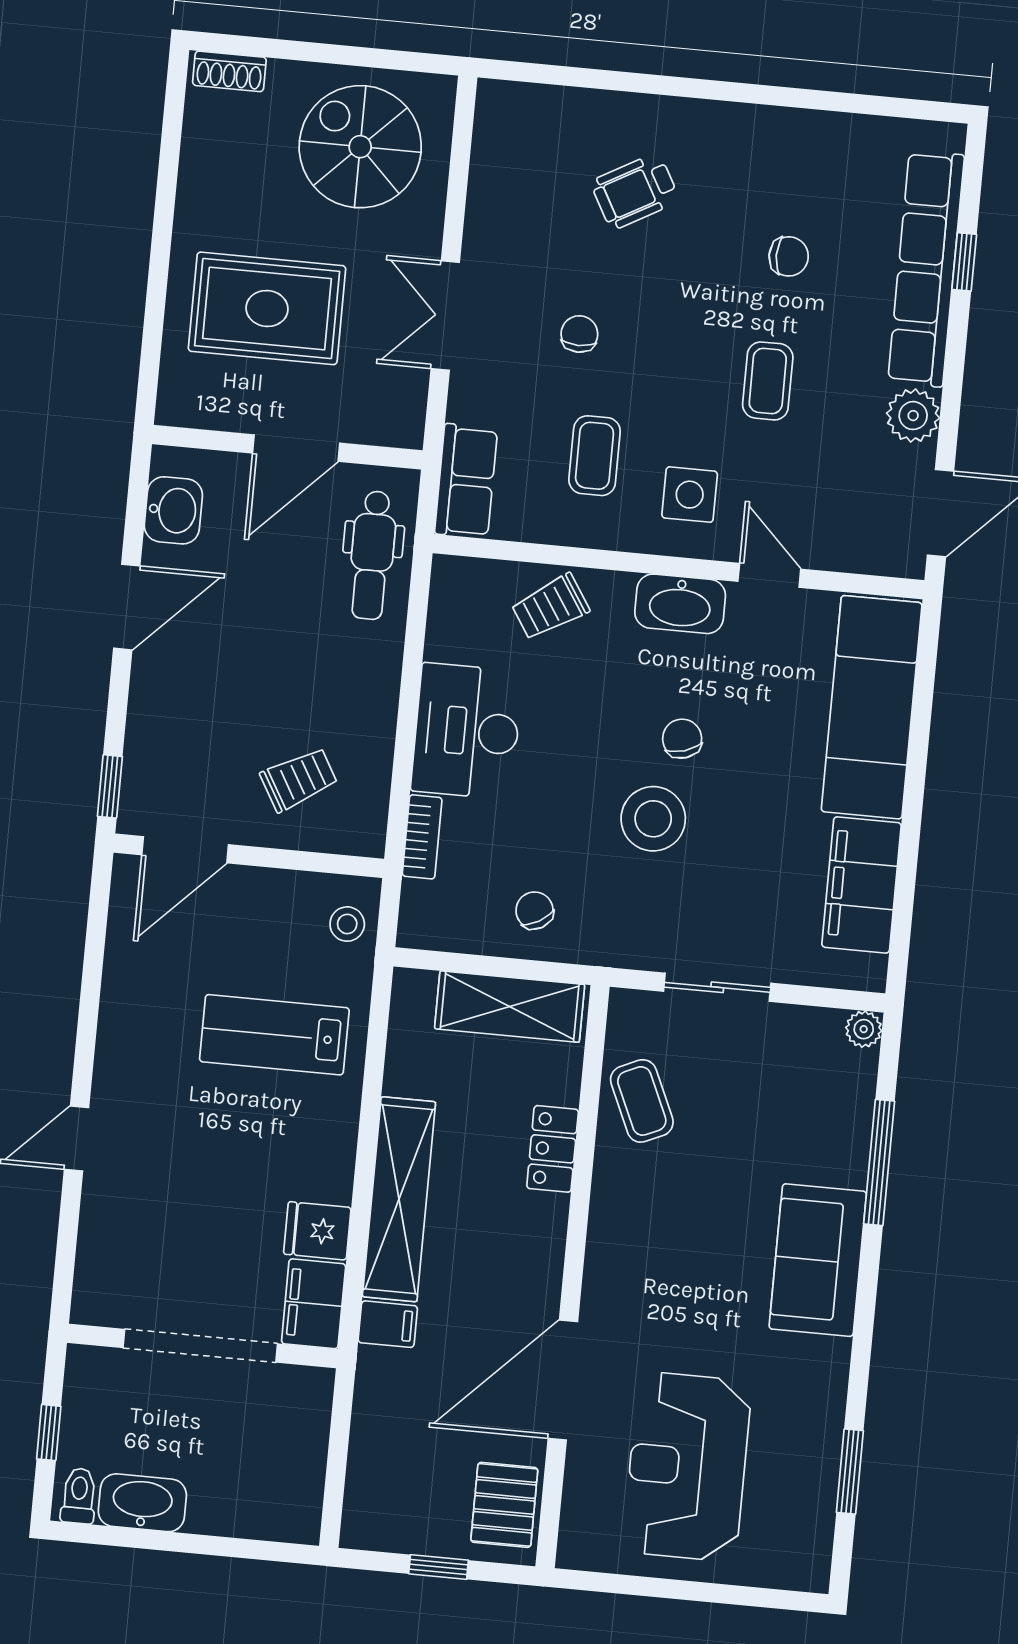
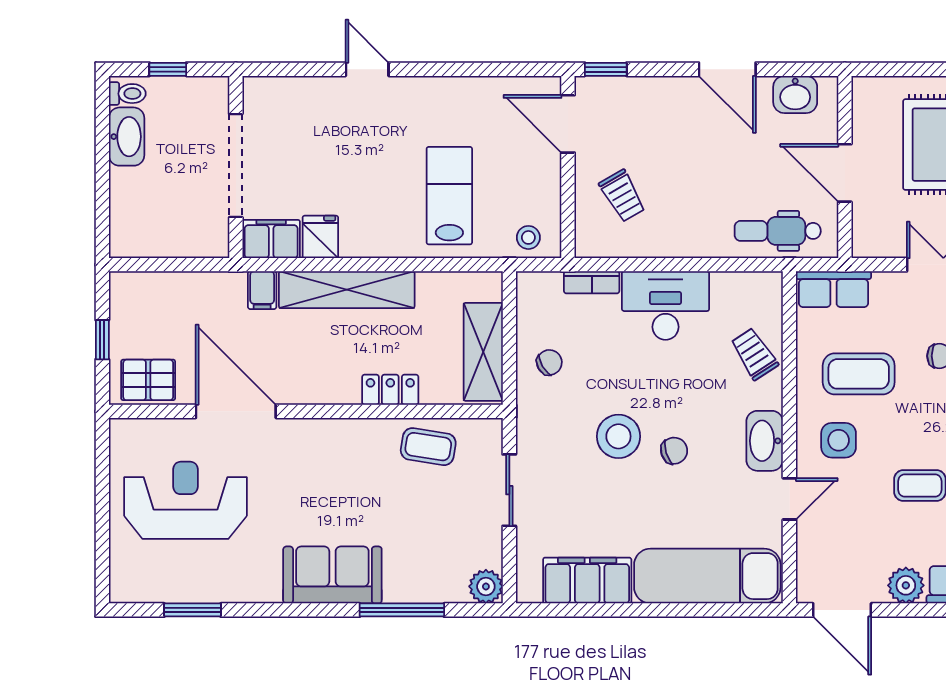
coffee table: (595, 456) -> (859, 374), width x1.36, depth x1.30
plant: (864, 1029) -> (486, 586), width x1.38, depth x1.38
coffee table: (642, 1101) -> (428, 447), turned 33

